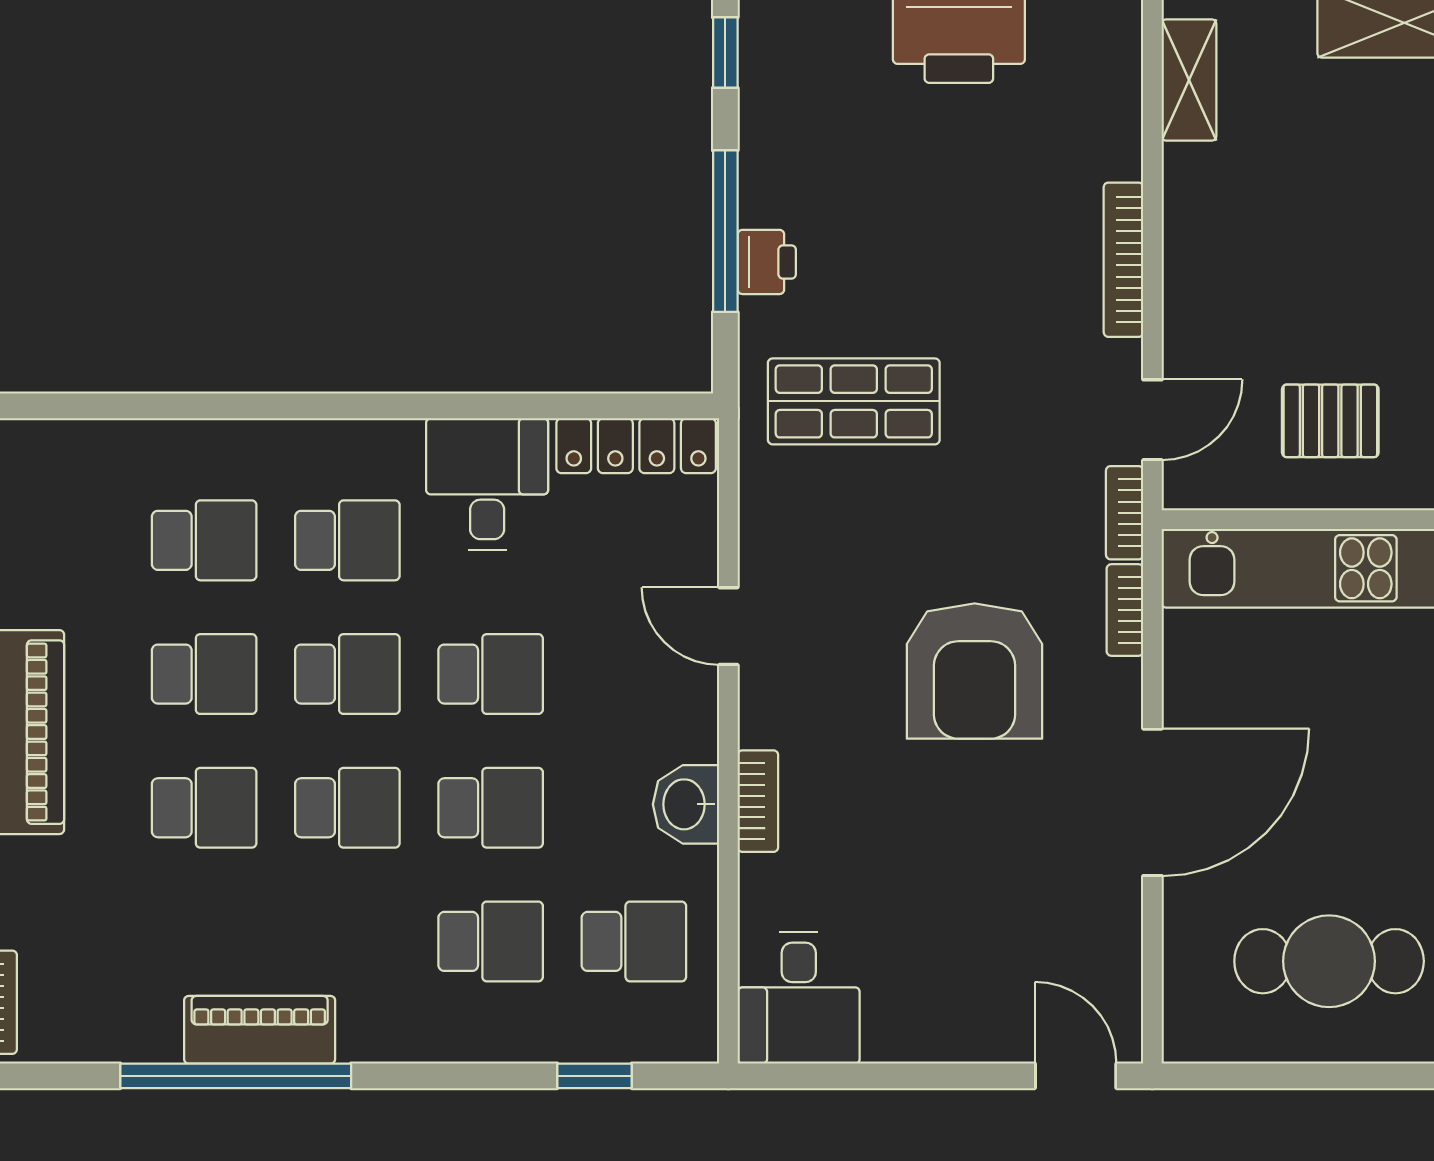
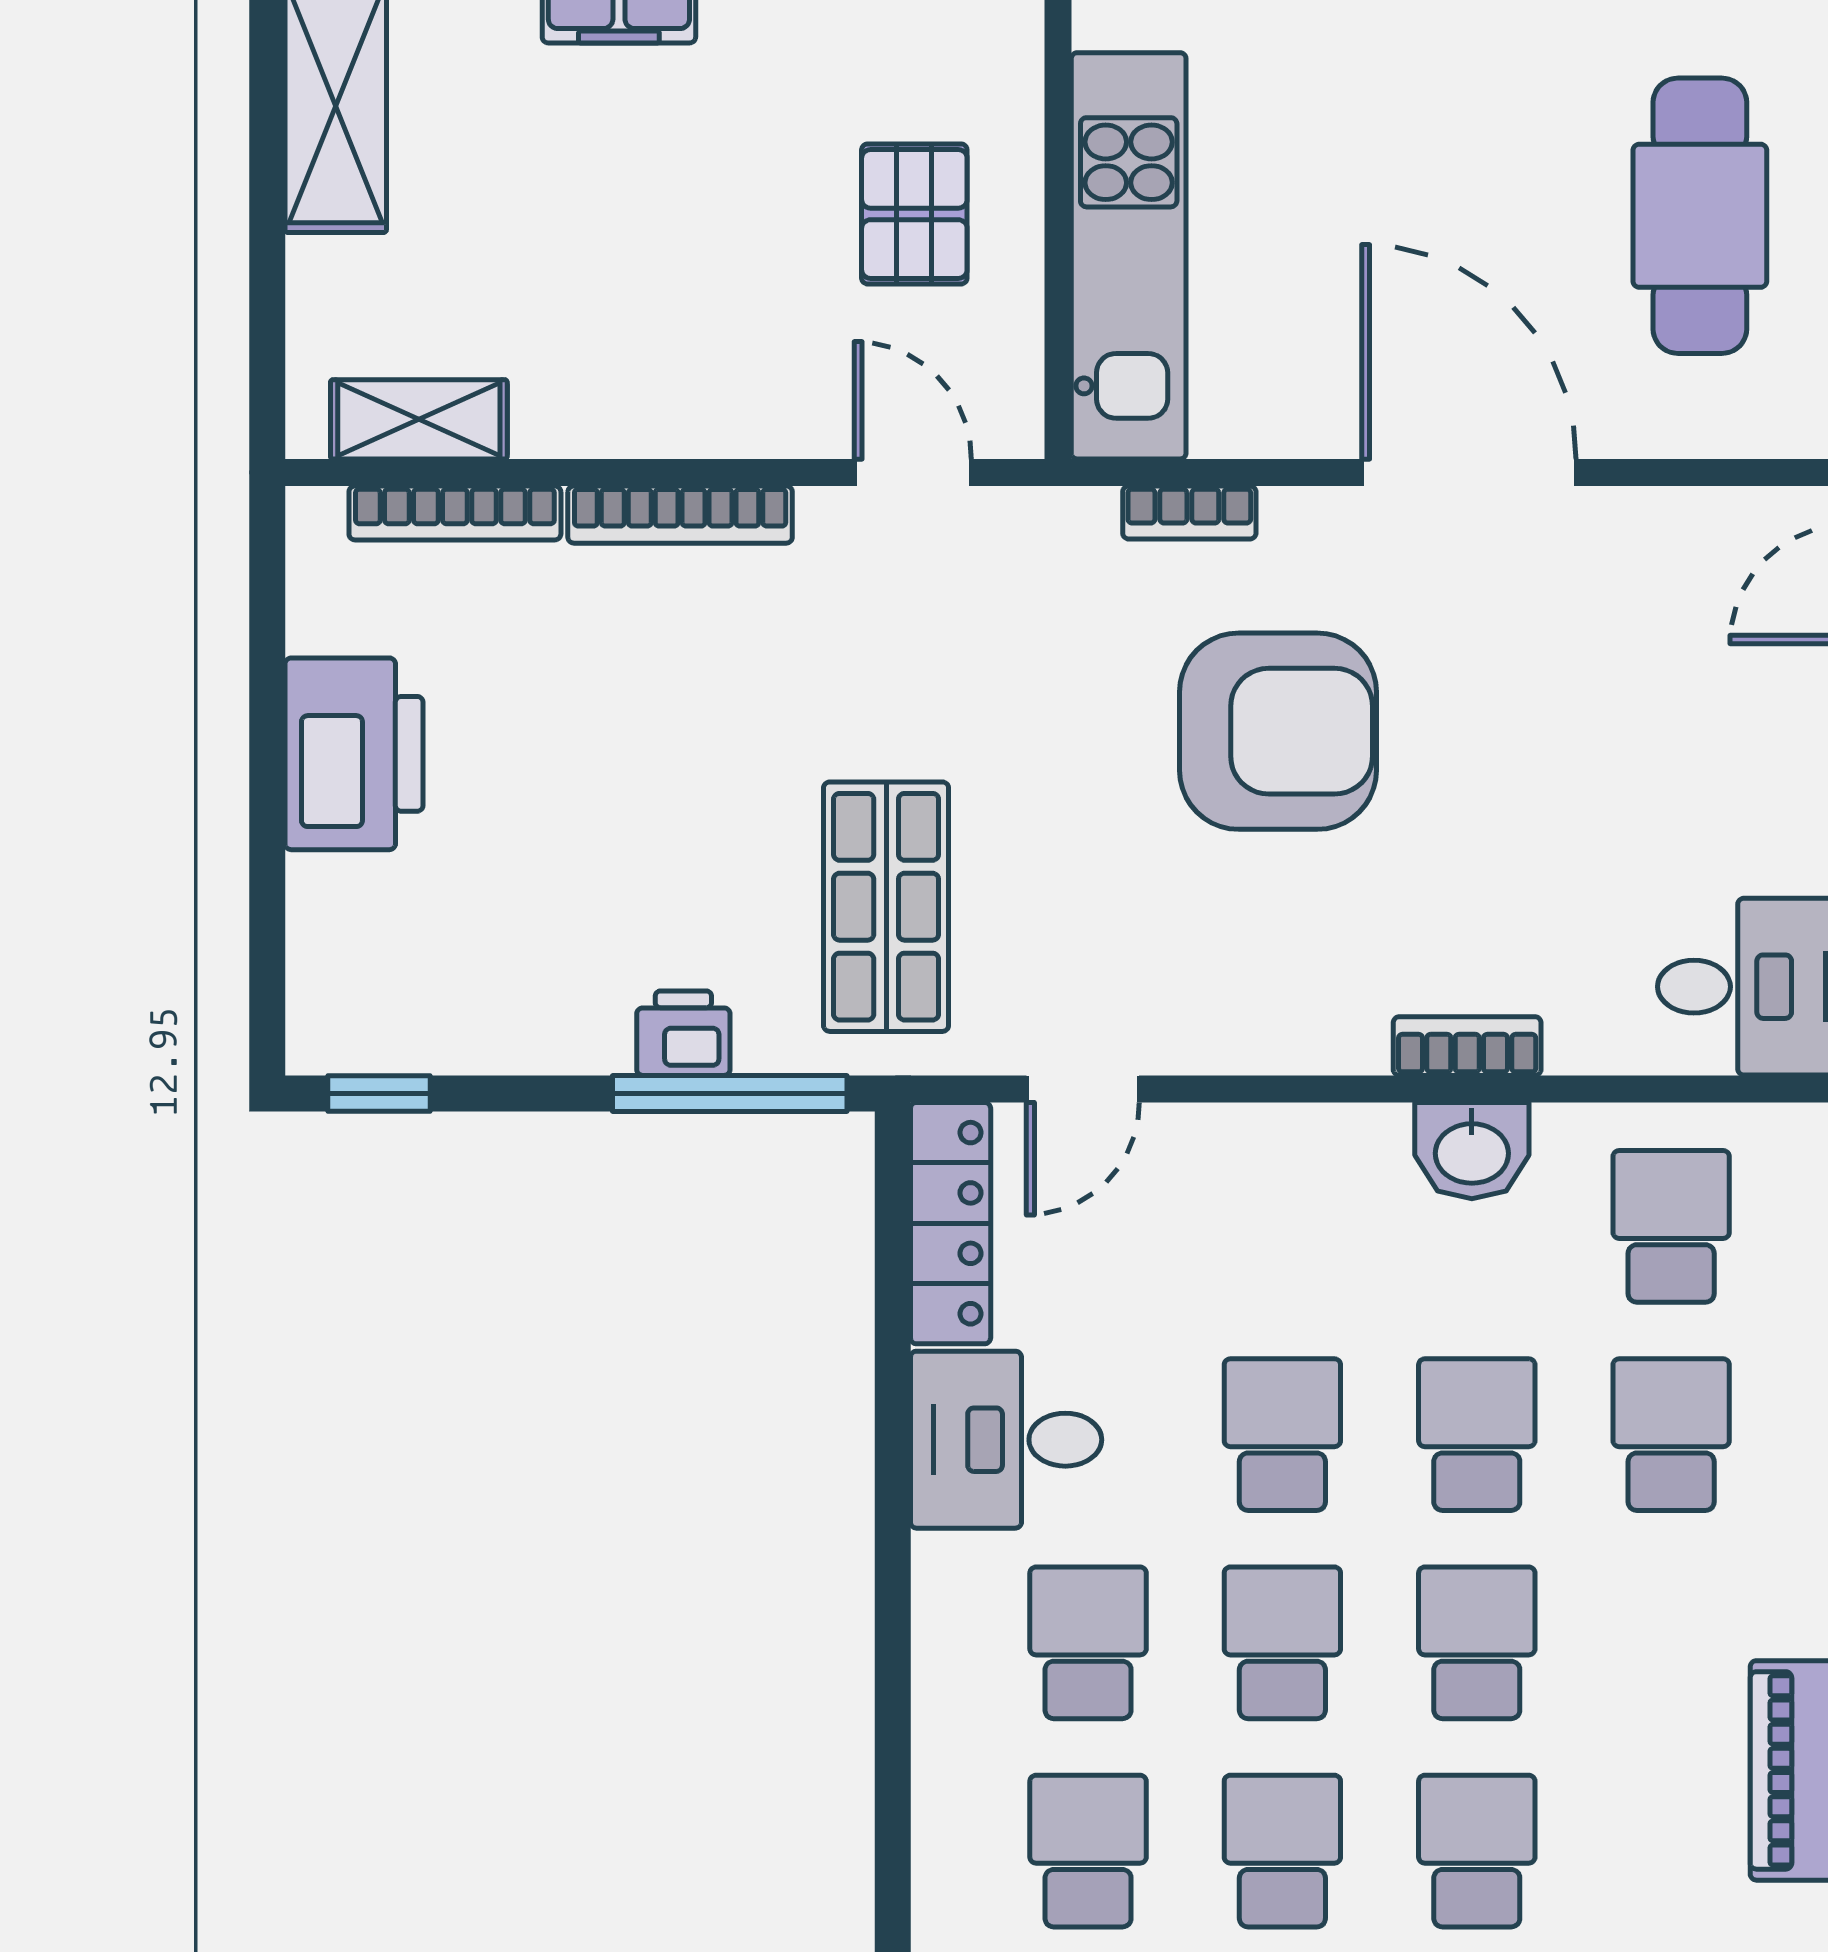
window: (725, 231) -> (730, 1093), moved
bookcase: (1125, 513) -> (455, 513), moved, width x1.56
door: (728, 626) -> (1083, 1089), moved

